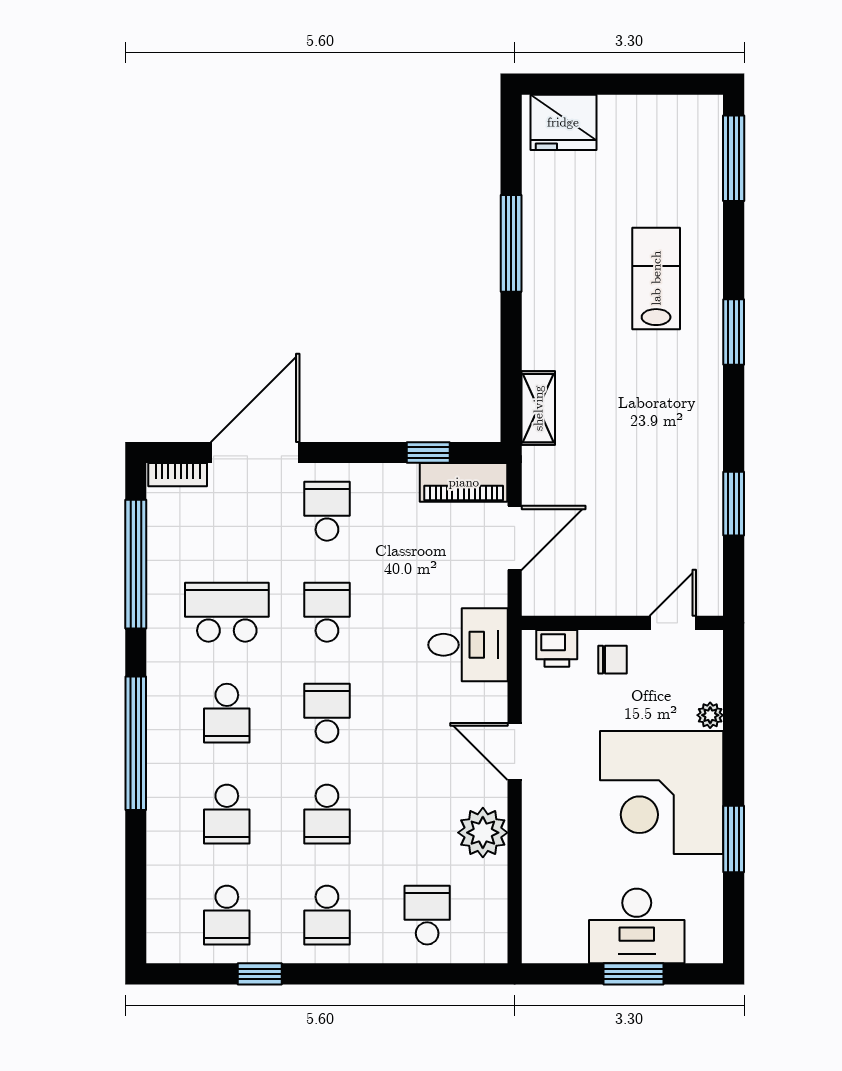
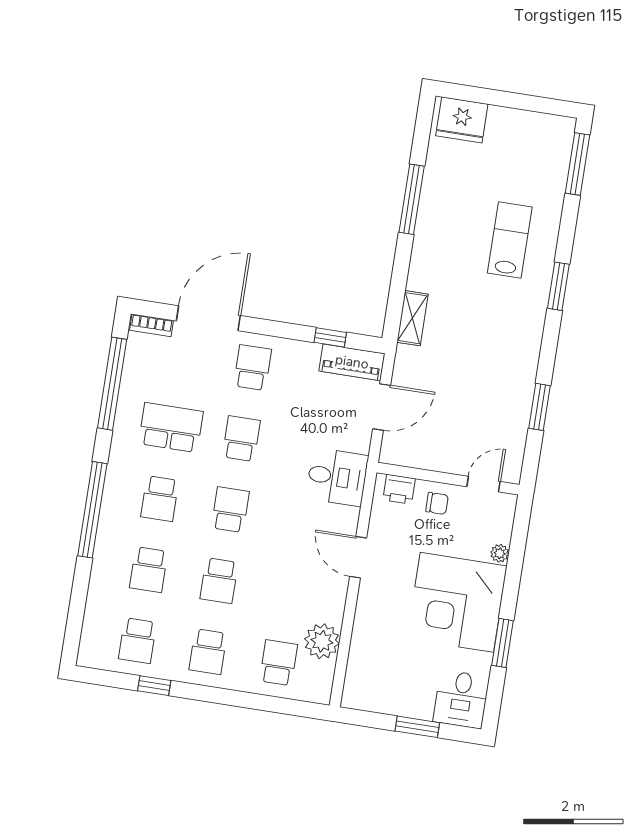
plant: (483, 833) -> (322, 641), moved
desk: (637, 926) -> (461, 699), moved, width x0.73

